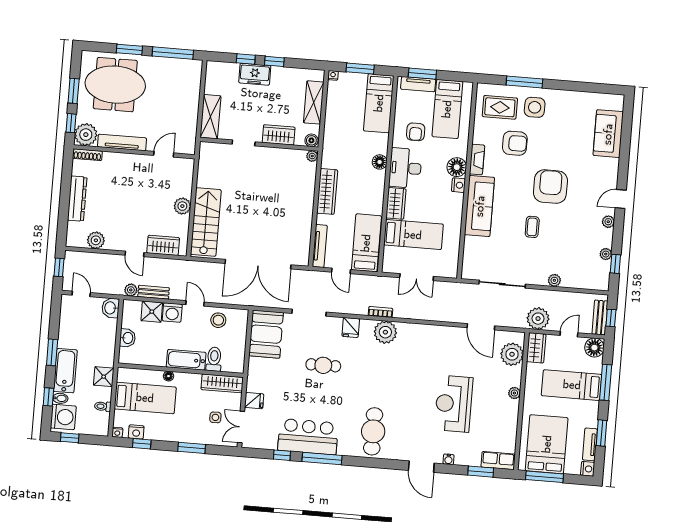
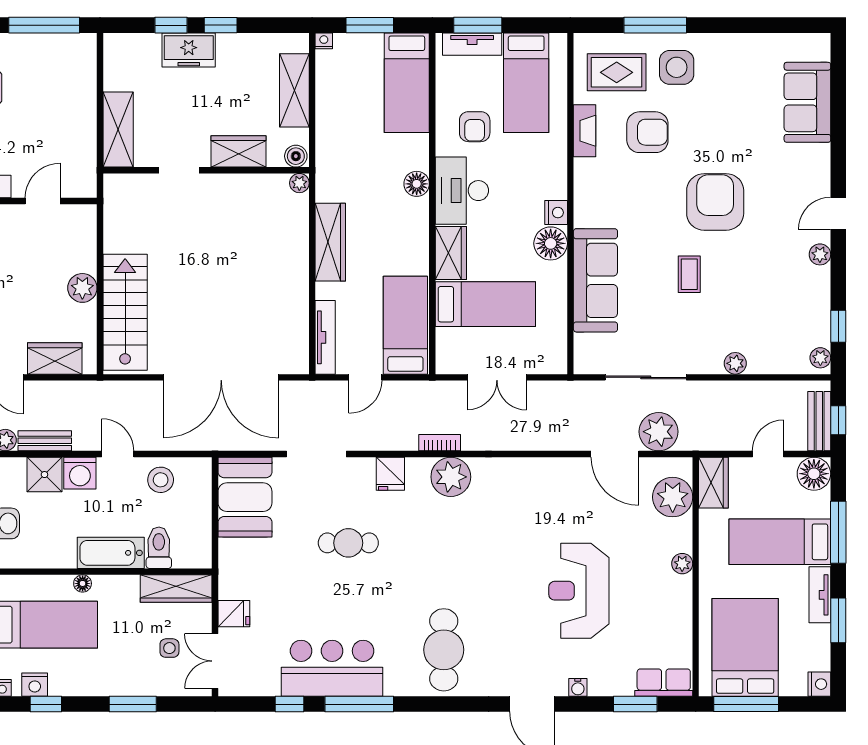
fireplace: (477, 160) -> (585, 131), moved
floor lamp: (457, 167) -> (551, 243), moved
sofa: (480, 206) -> (595, 280), moved
plant: (606, 254) -> (820, 358), moved
door: (341, 271) -> (365, 377), hinge flipped
plant: (538, 319) -> (659, 432), moved
tv unit: (590, 444) -> (820, 595), moved

